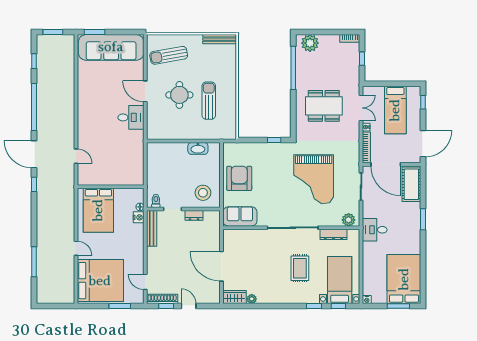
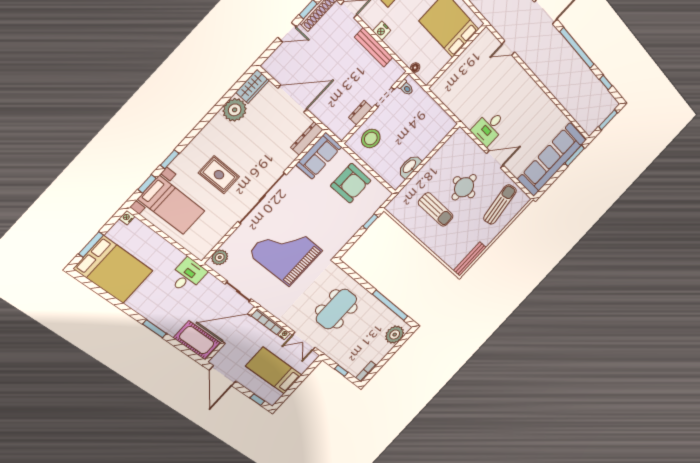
window: (274, 140) -> (370, 222), moved
nightstand: (139, 217) -> (382, 31), moved
bench: (152, 228) -> (374, 47), moved
dresser: (333, 234) -> (307, 139), moved
plant: (252, 299) -> (235, 110), width x1.88, depth x1.88

